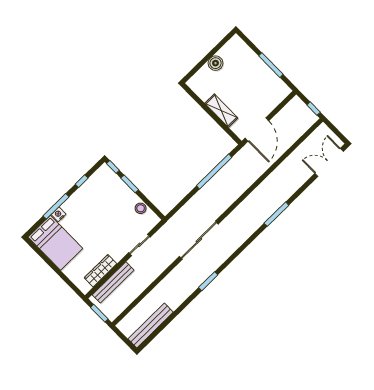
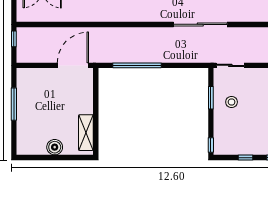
shelving: (221, 111) -> (86, 133), moved
window: (130, 184) -> (211, 98), moved
stool: (141, 208) -> (232, 102), moved
sliding door: (139, 245) -> (230, 65), moved

